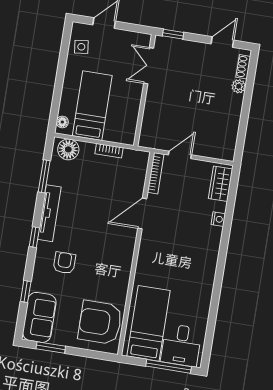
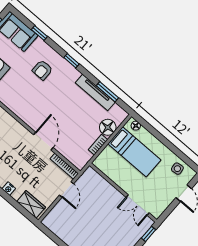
double door: (149, 66) -> (138, 205), swing flipped
floor lamp: (68, 149) -> (108, 127), moved
tv unit: (49, 213) -> (95, 92), moved
armchair: (64, 263) -> (42, 70), turned 90

